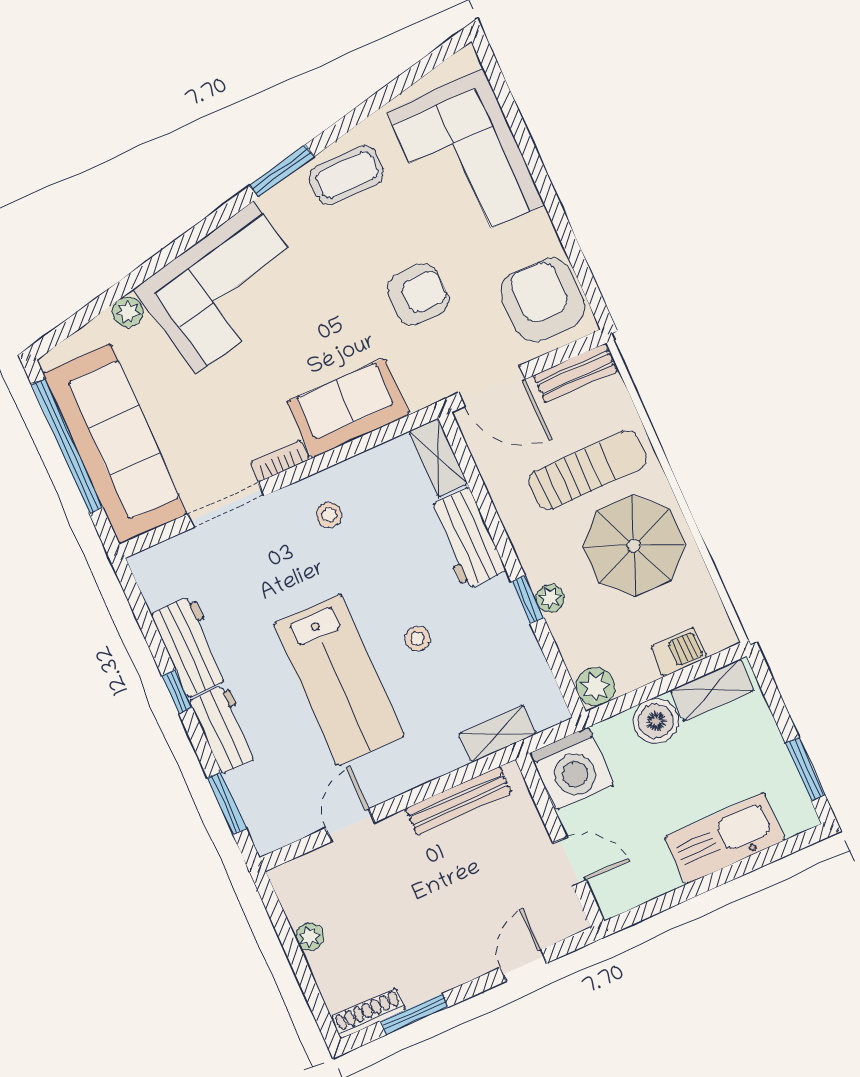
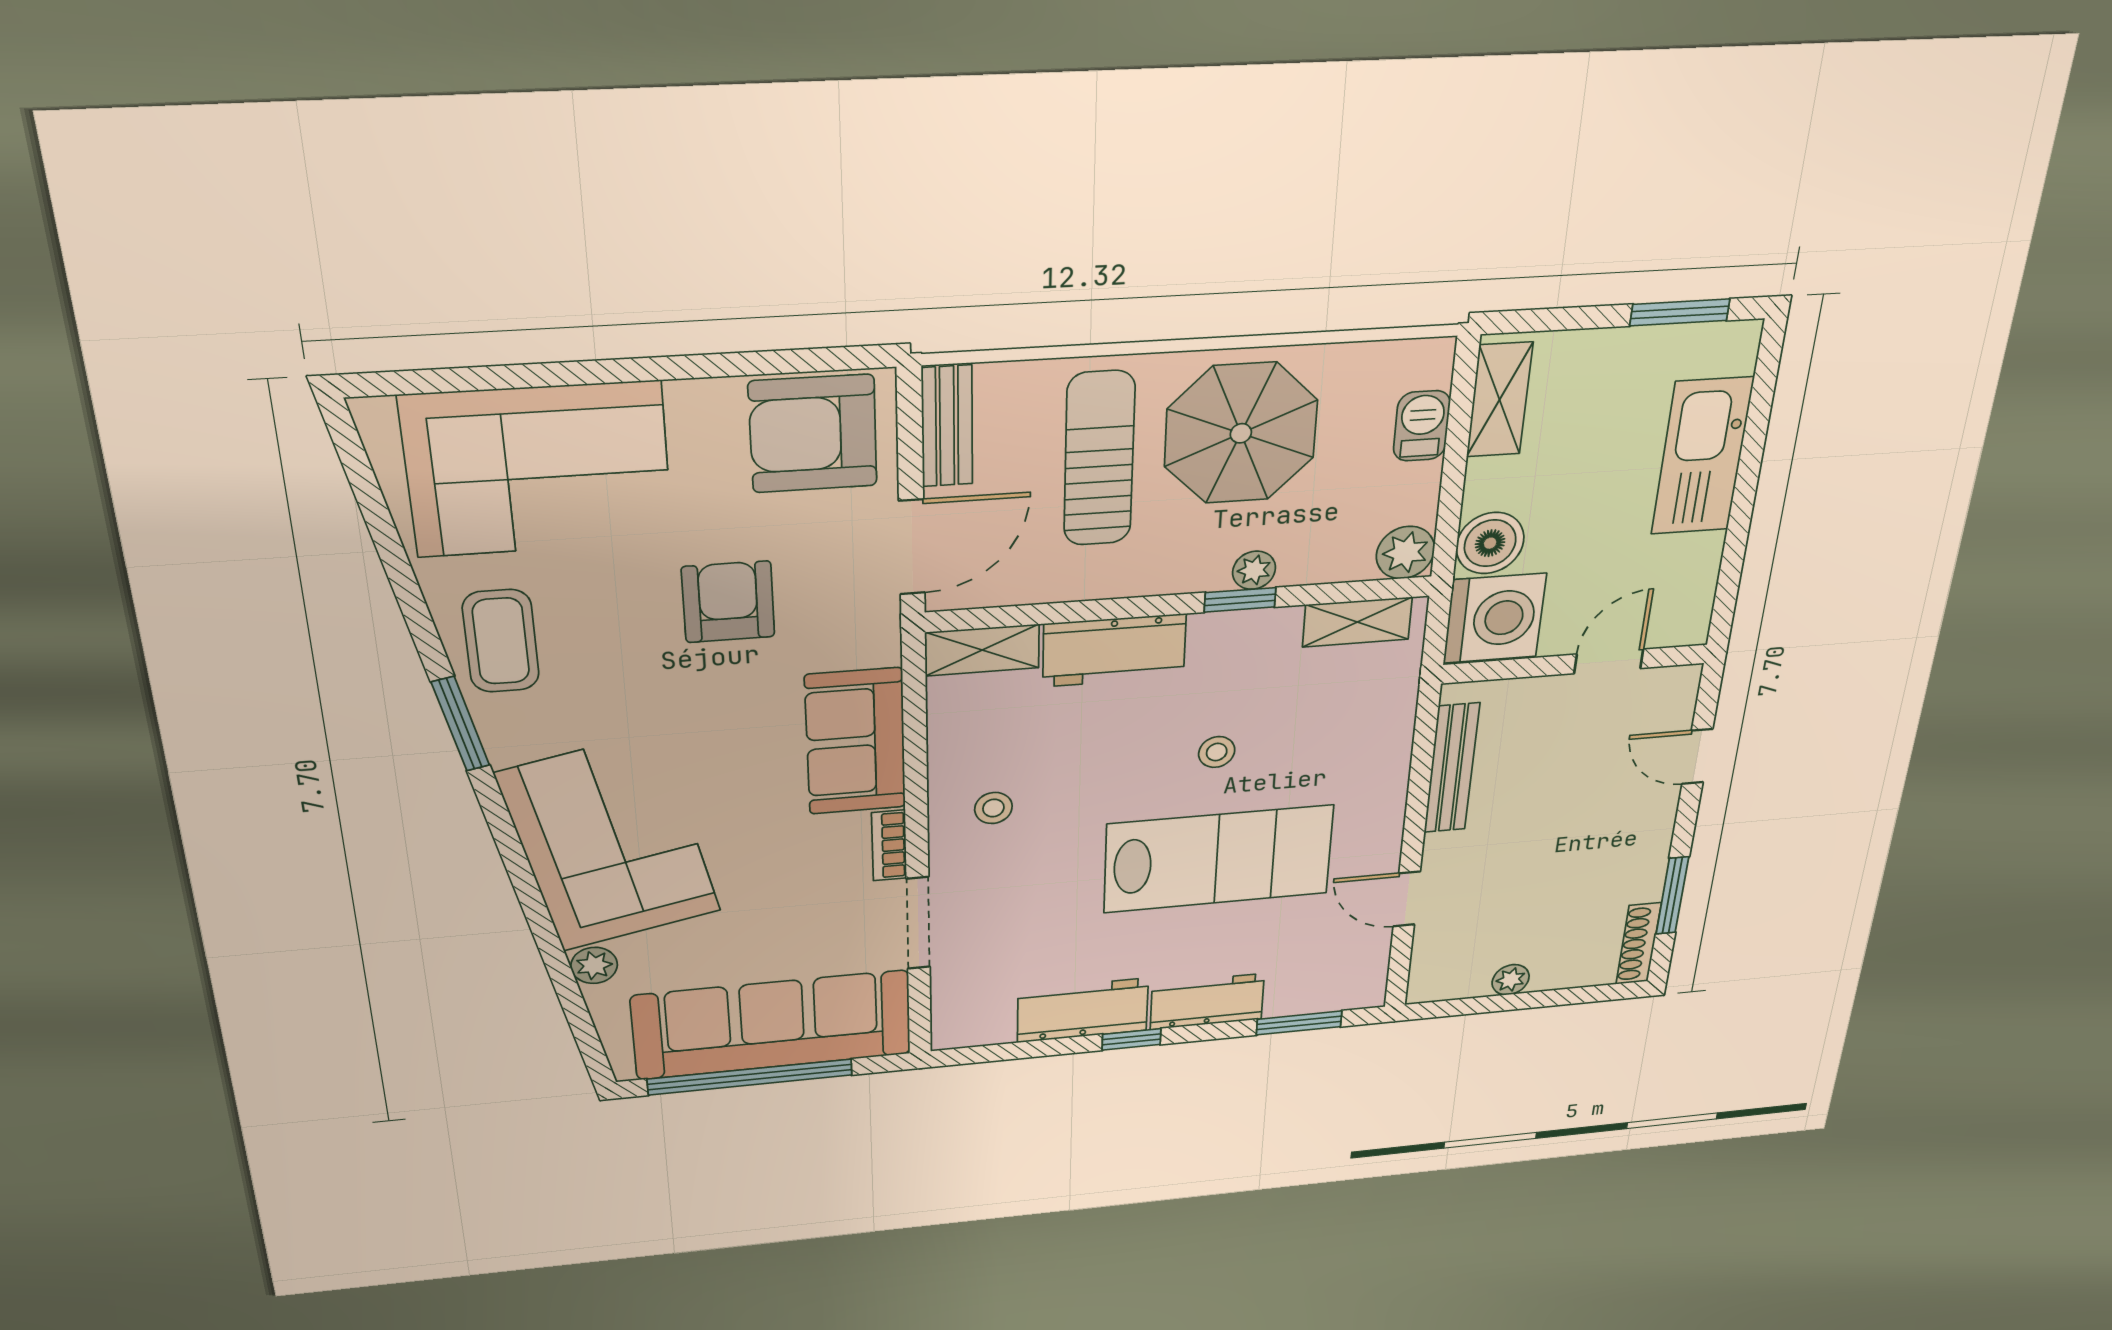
boiler: (656, 721) -> (1490, 543), moved
shelving: (497, 734) -> (1357, 622), moved, turned 90

